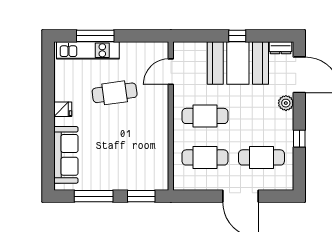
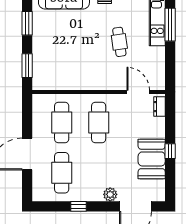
dresser: (281, 48) -> (159, 107), moved
booth: (238, 63) -> (152, 159), width x0.73, depth x0.70
cafe table: (115, 93) -> (119, 42), width x0.73, depth x0.74
window: (94, 196) -> (27, 23), width x0.69

